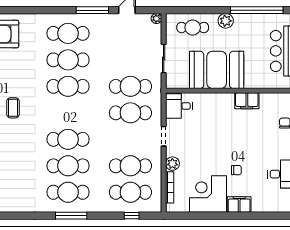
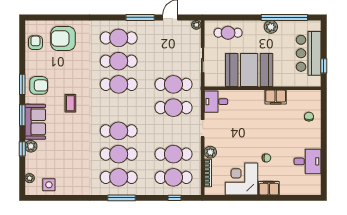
plant: (226, 21) -> (271, 27), moved

